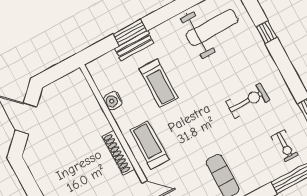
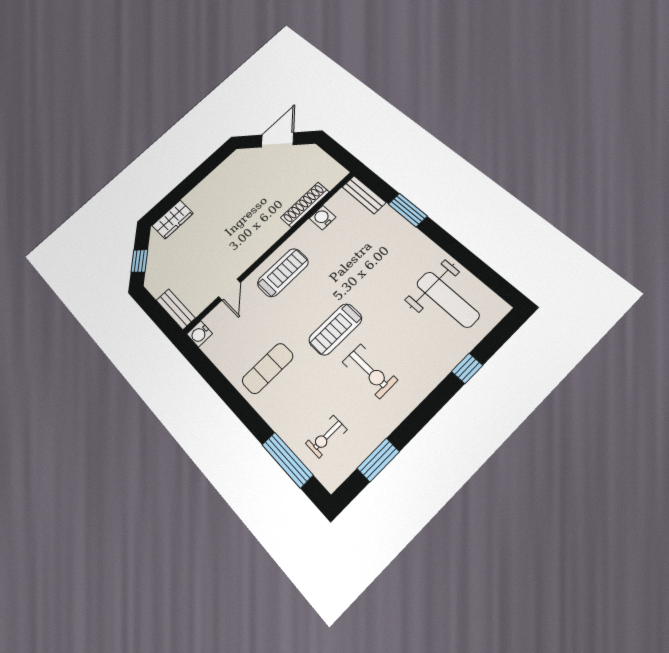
bench: (134, 46) -> (364, 195), moved
treadmill: (159, 83) -> (335, 329), moved
shoe rack: (118, 153) -> (305, 205), moved

